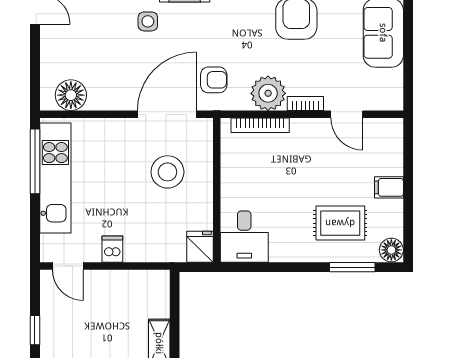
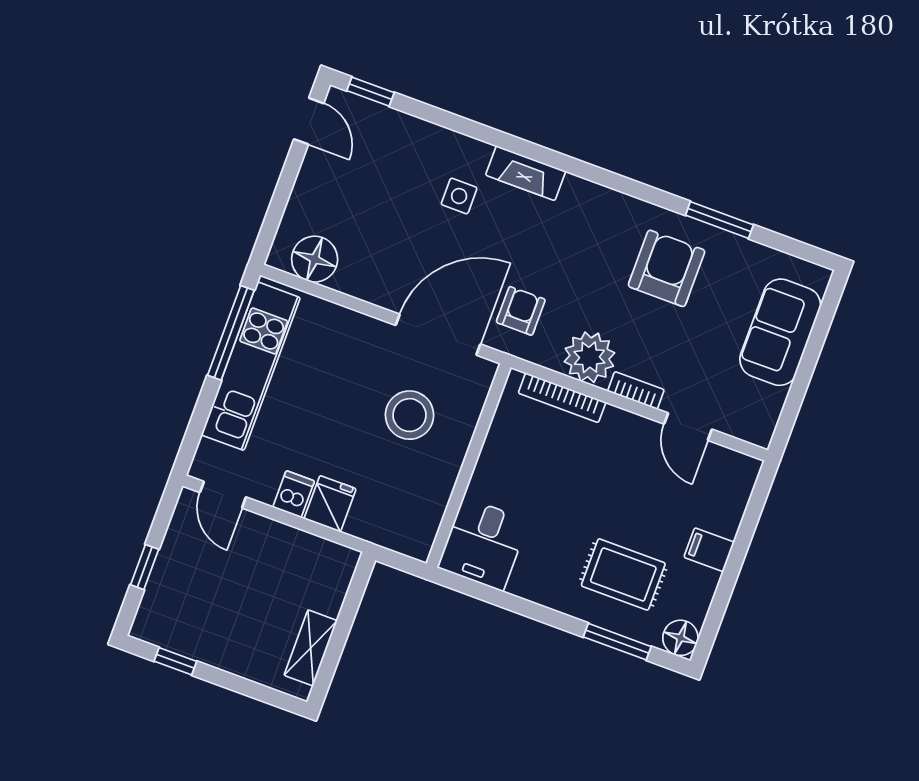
armchair: (214, 80) -> (521, 311), turned -90
fridge: (200, 247) -> (330, 504), moved

